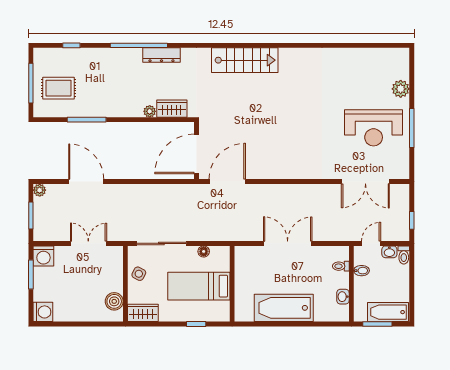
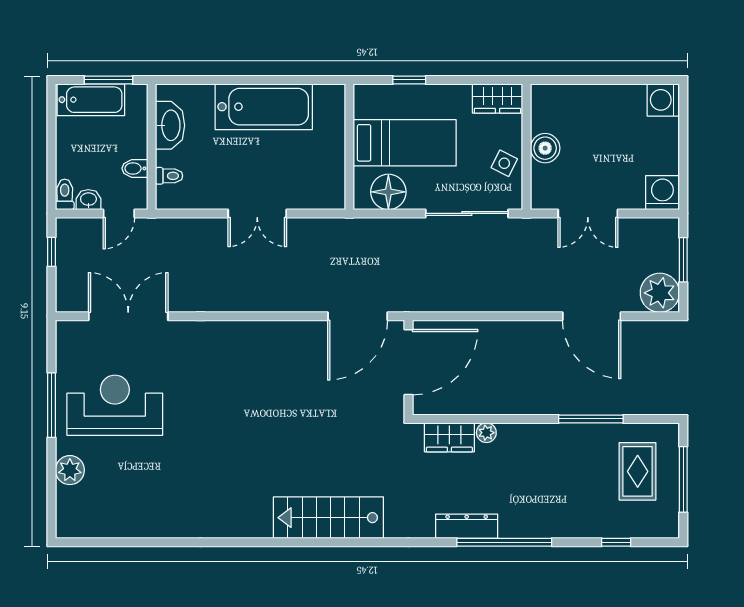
rug: (58, 88) -> (638, 471), turned 90
plant: (40, 190) -> (660, 293), width x1.87, depth x1.87
double door: (288, 243) -> (257, 213), width x0.73
floor lamp: (204, 251) -> (388, 192), width x1.89, depth x1.89
window: (31, 274) -> (683, 162), removed
washbasin: (343, 297) -> (170, 125), width x1.91, depth x1.45
boiler: (114, 301) -> (545, 148), moved

